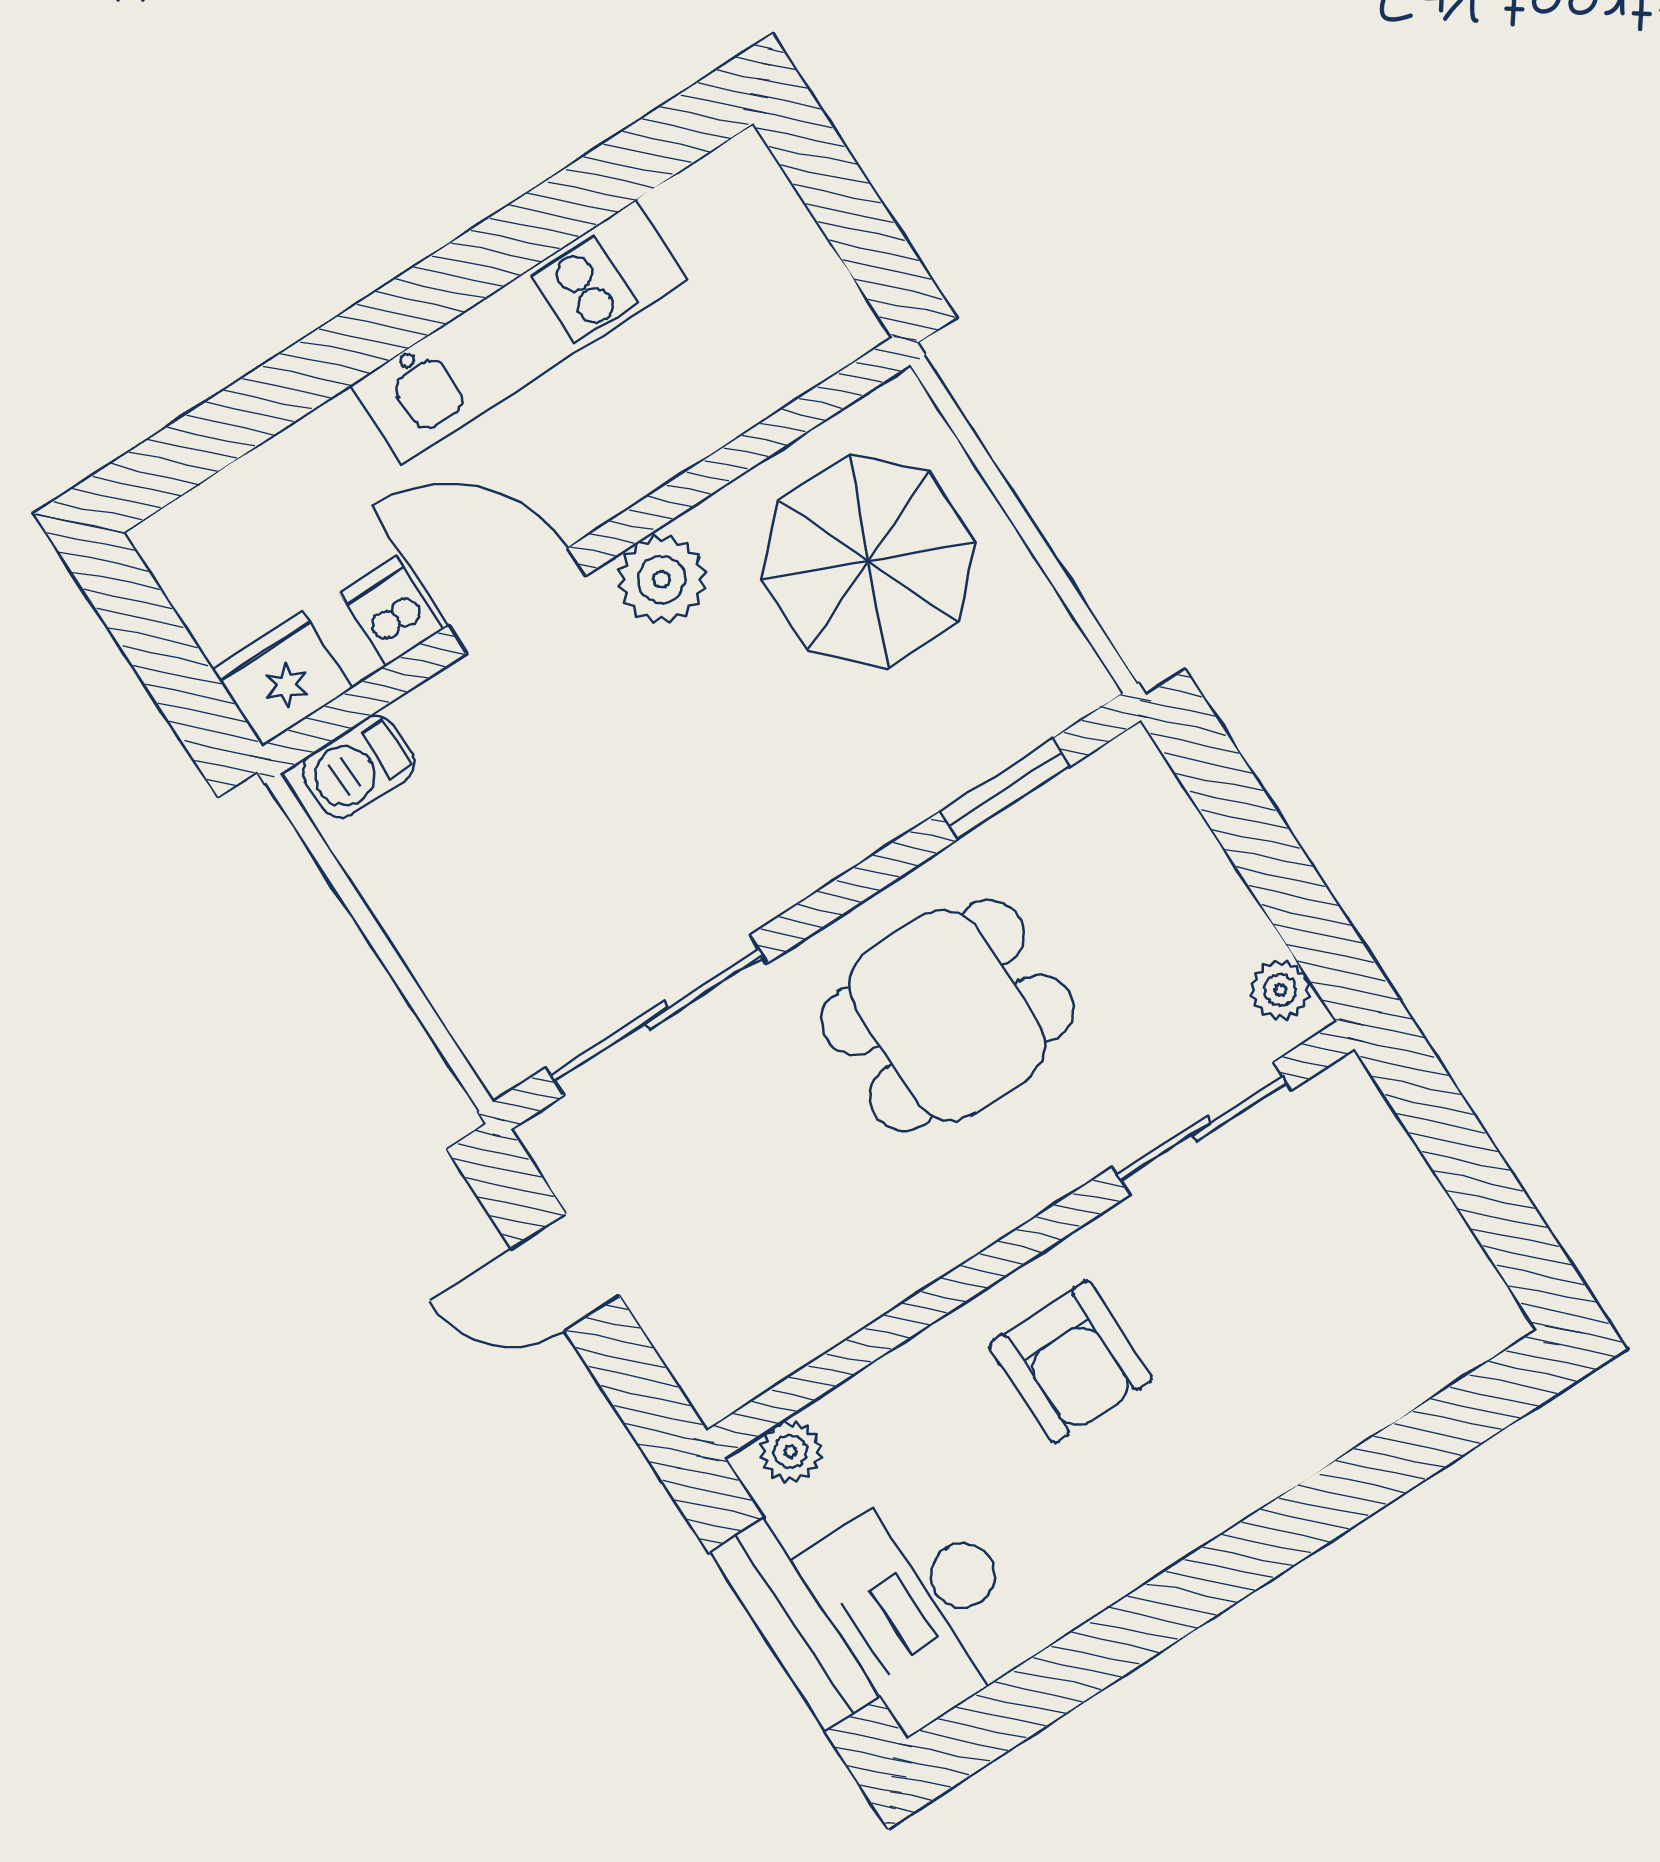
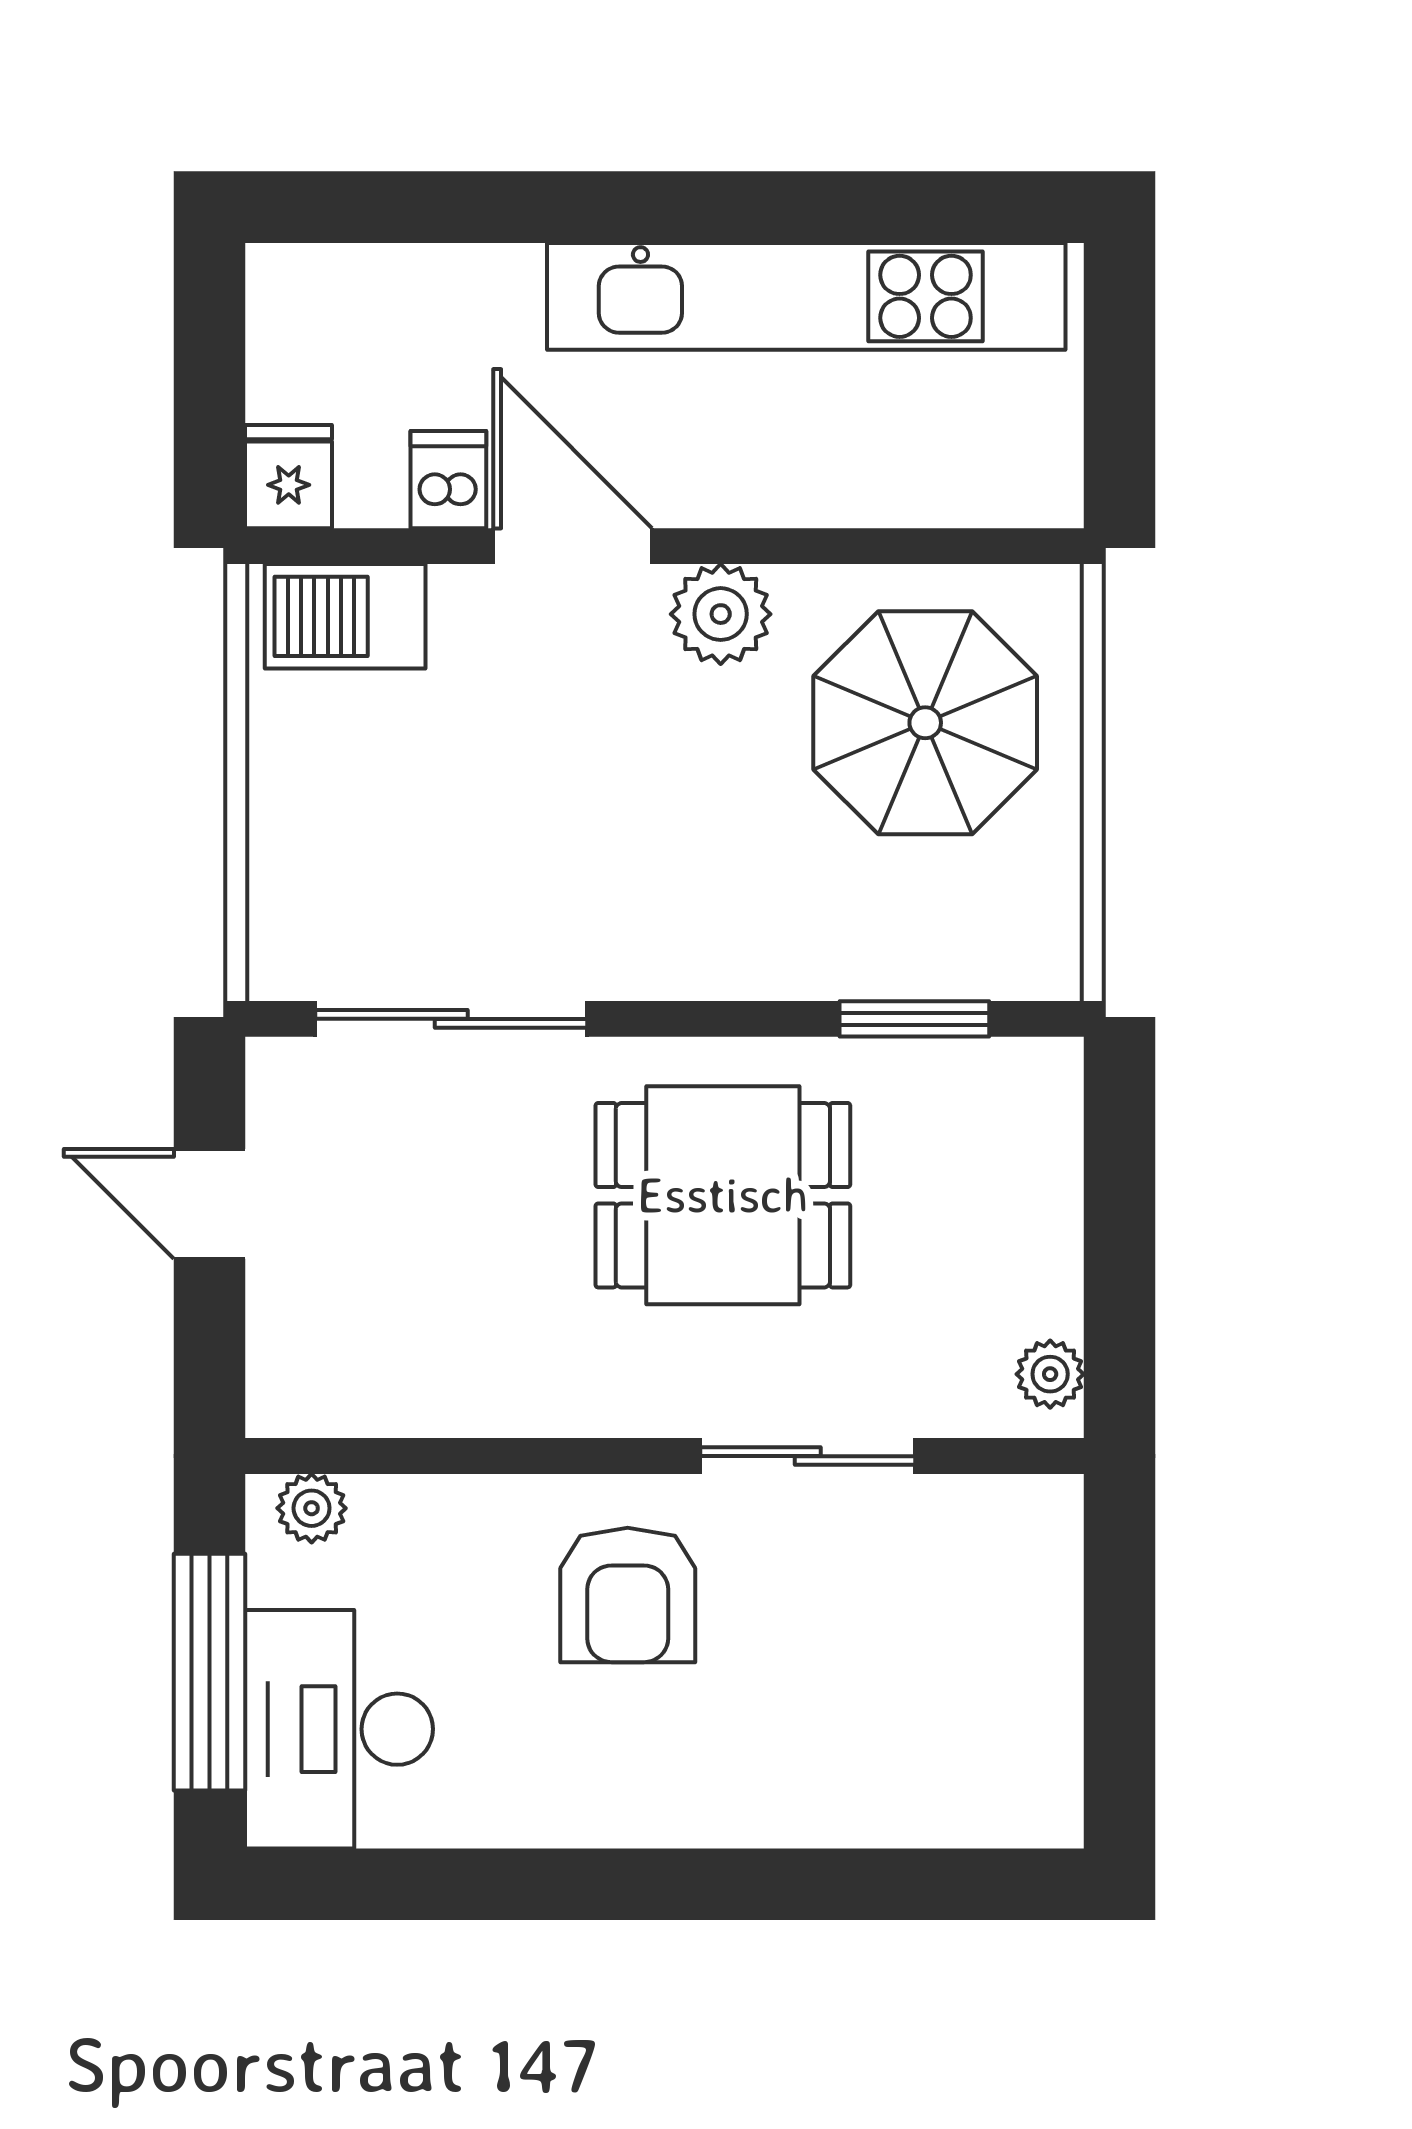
kitchen unit: (519, 332) -> (806, 296), width x1.36
fridge: (282, 679) -> (289, 477), width x0.72
barbecue: (359, 767) -> (345, 616), width x1.38, depth x1.27
sliding door: (1202, 1129) -> (808, 1456), moved

